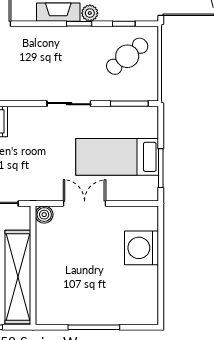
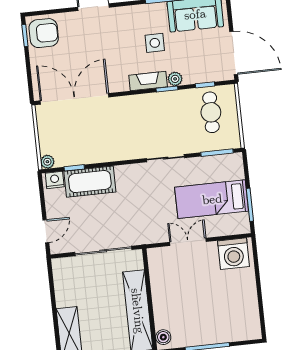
cafe table: (127, 56) -> (211, 112), turned -50
boiler: (44, 215) -> (163, 337), moved
washing machine: (142, 248) -> (233, 254), moved, turned -90

